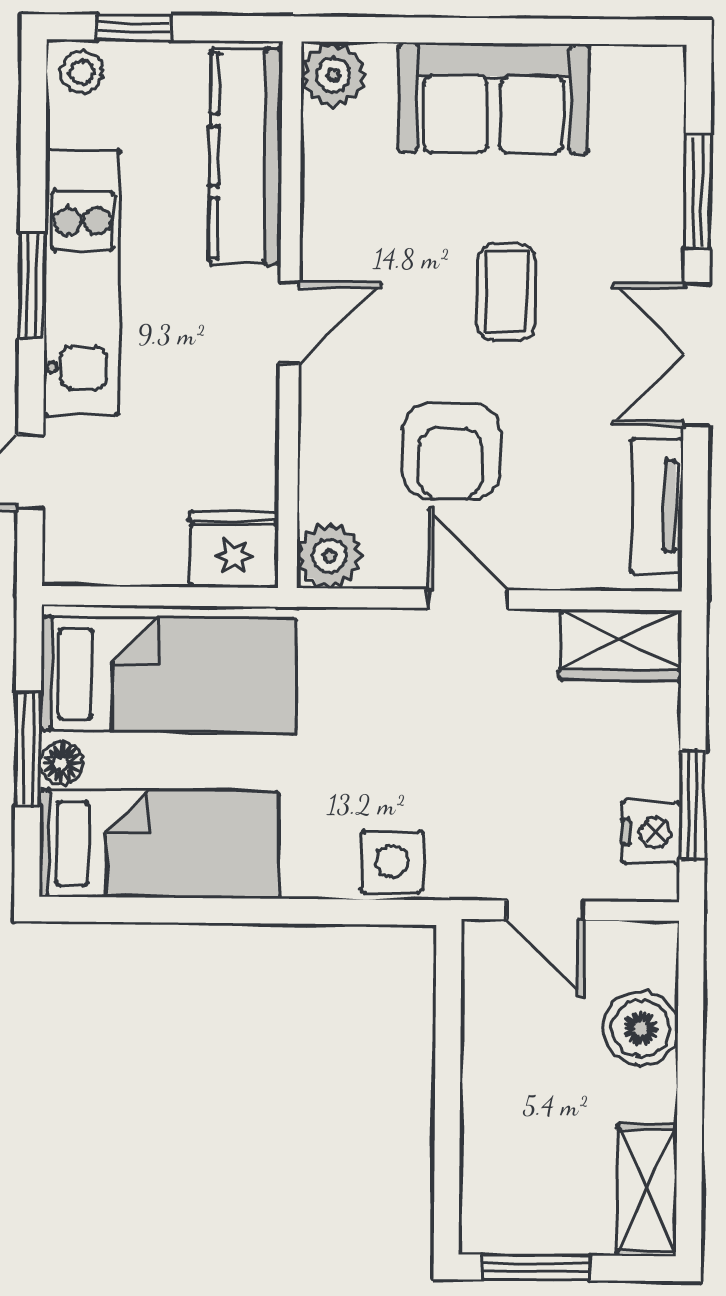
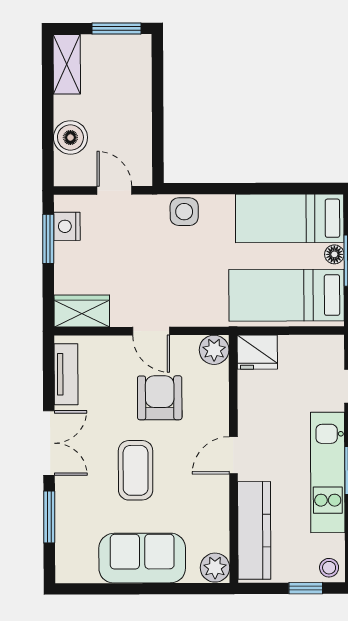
coffee table: (506, 292) -> (136, 470), width x1.36, depth x1.30

